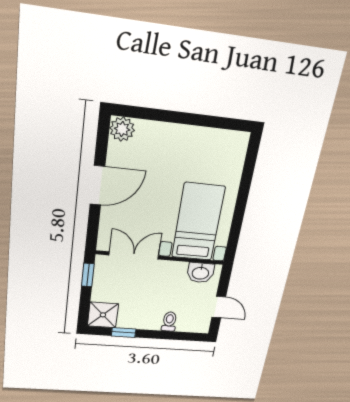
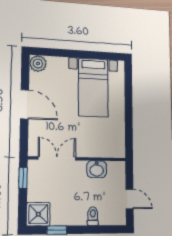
door: (97, 185) -> (25, 104), hinge flipped
bed with nightstands: (198, 222) -> (93, 87), moved, turned 180
washbasin: (200, 273) -> (97, 169), moved

